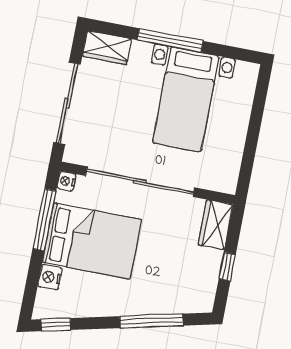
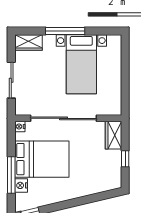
sliding door: (67, 103) -> (11, 80), width x0.73
window: (44, 220) -> (11, 175), moved
window: (152, 321) -> (86, 200), removed

